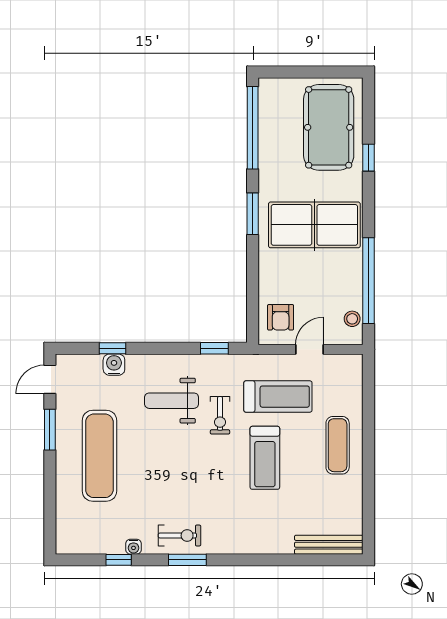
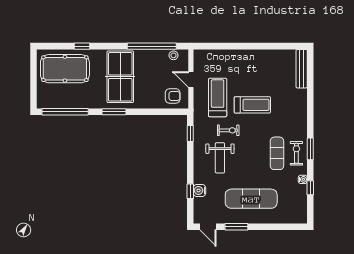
exercise mat: (338, 445) -> (277, 153), moved, turned 90

